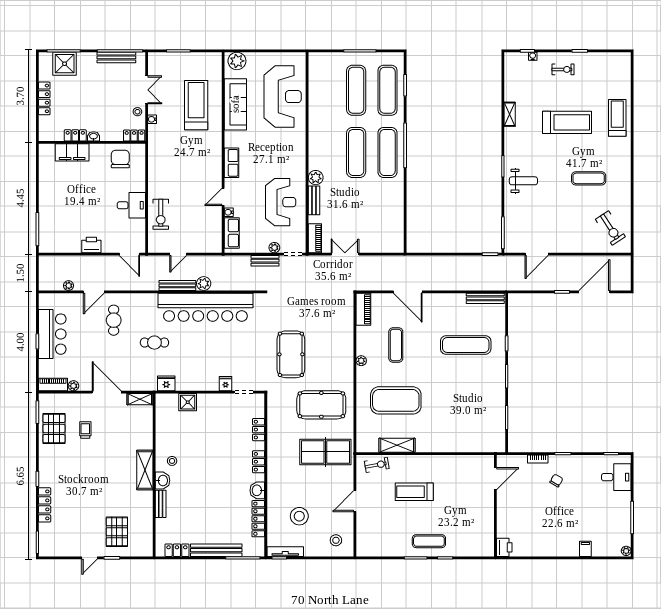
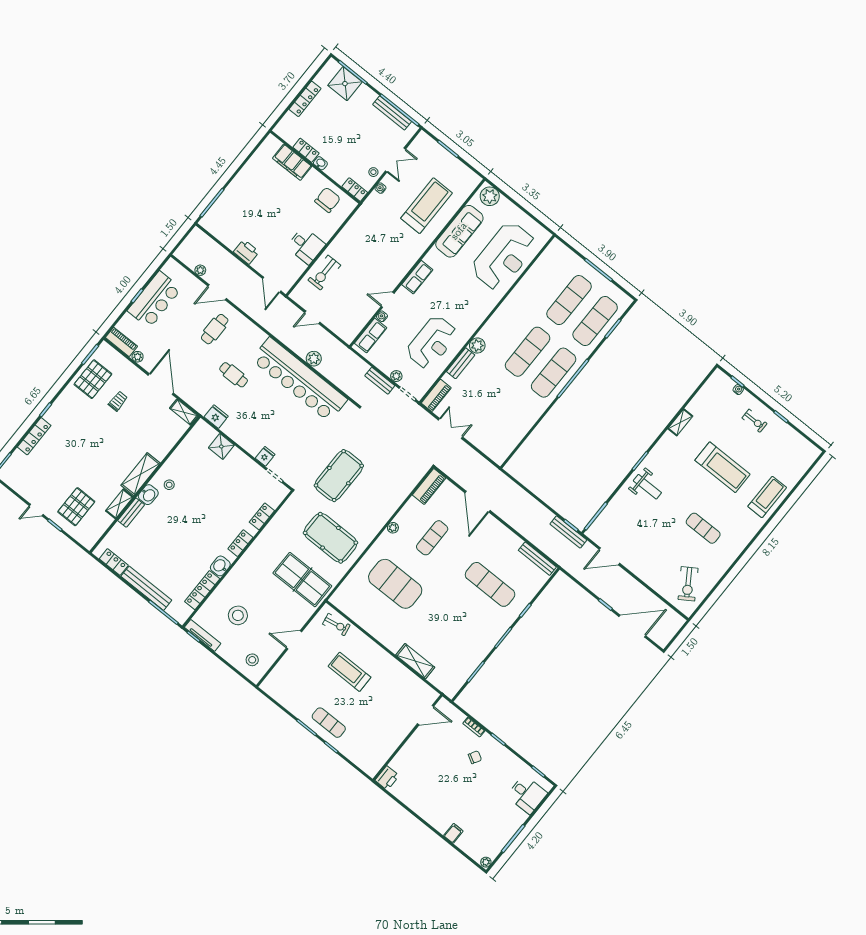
bench: (177, 285) -> (568, 532), moved
shelving: (397, 445) -> (415, 661), moved
shelving: (147, 504) -> (119, 504), added

